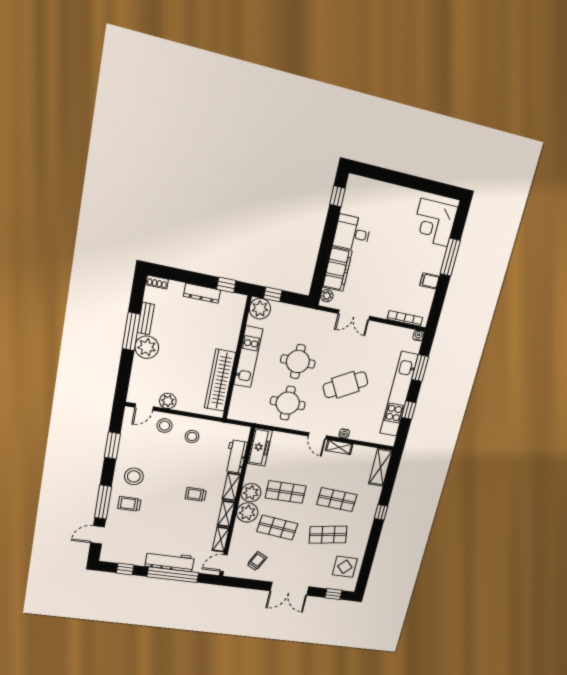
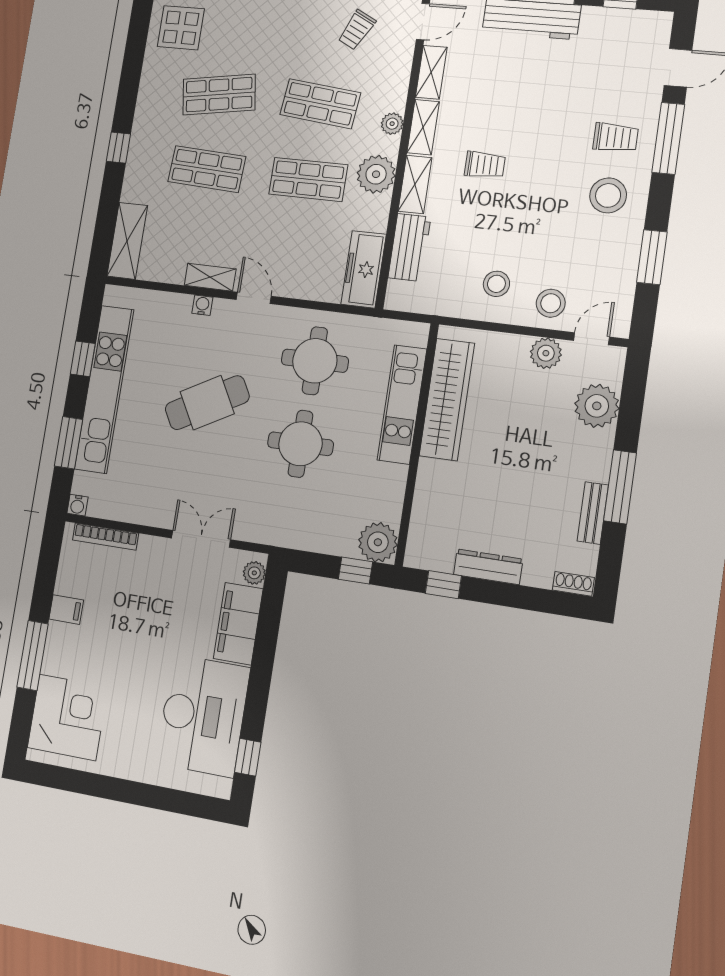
desk: (352, 233) -> (203, 716), width x1.87, depth x1.30
plant: (147, 347) -> (597, 406), moved
kitchen unit: (248, 357) -> (402, 404), moved
plant: (247, 512) -> (392, 124), width x0.53, depth x0.53

